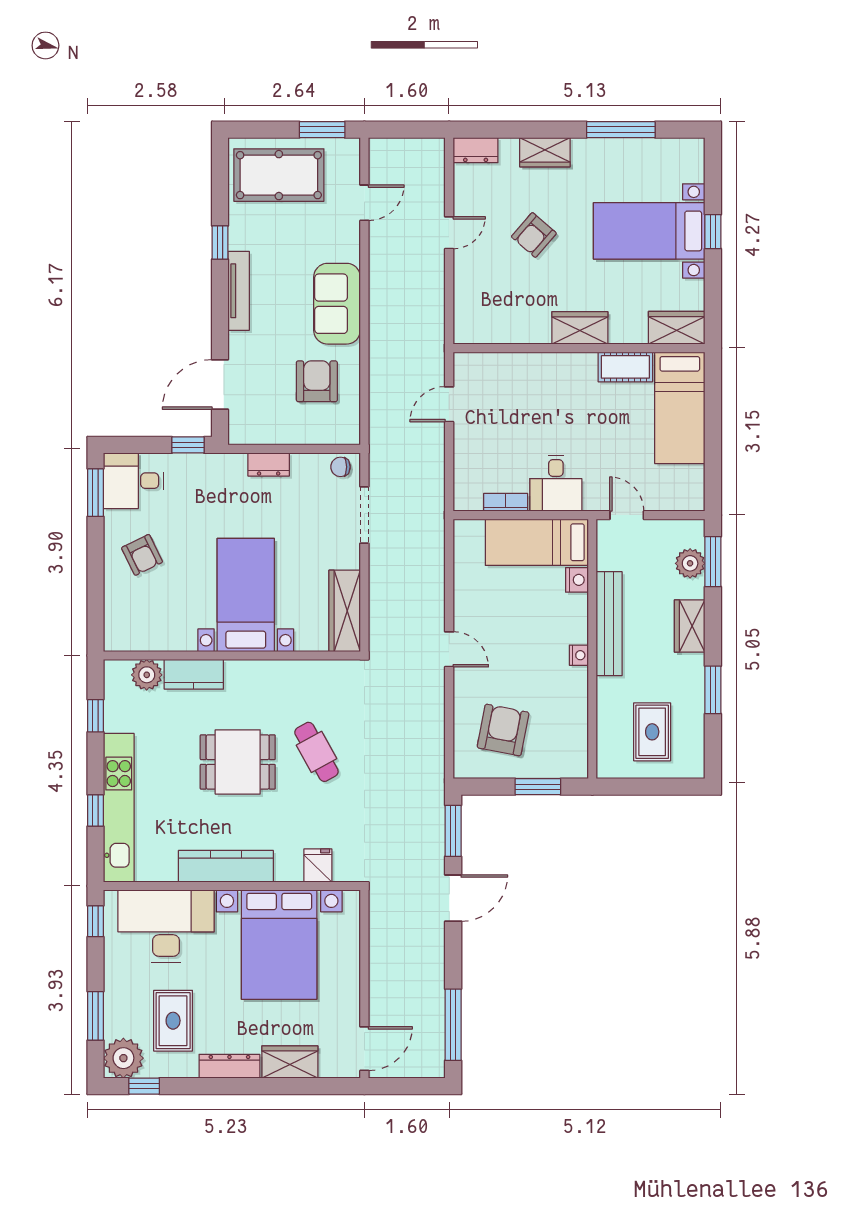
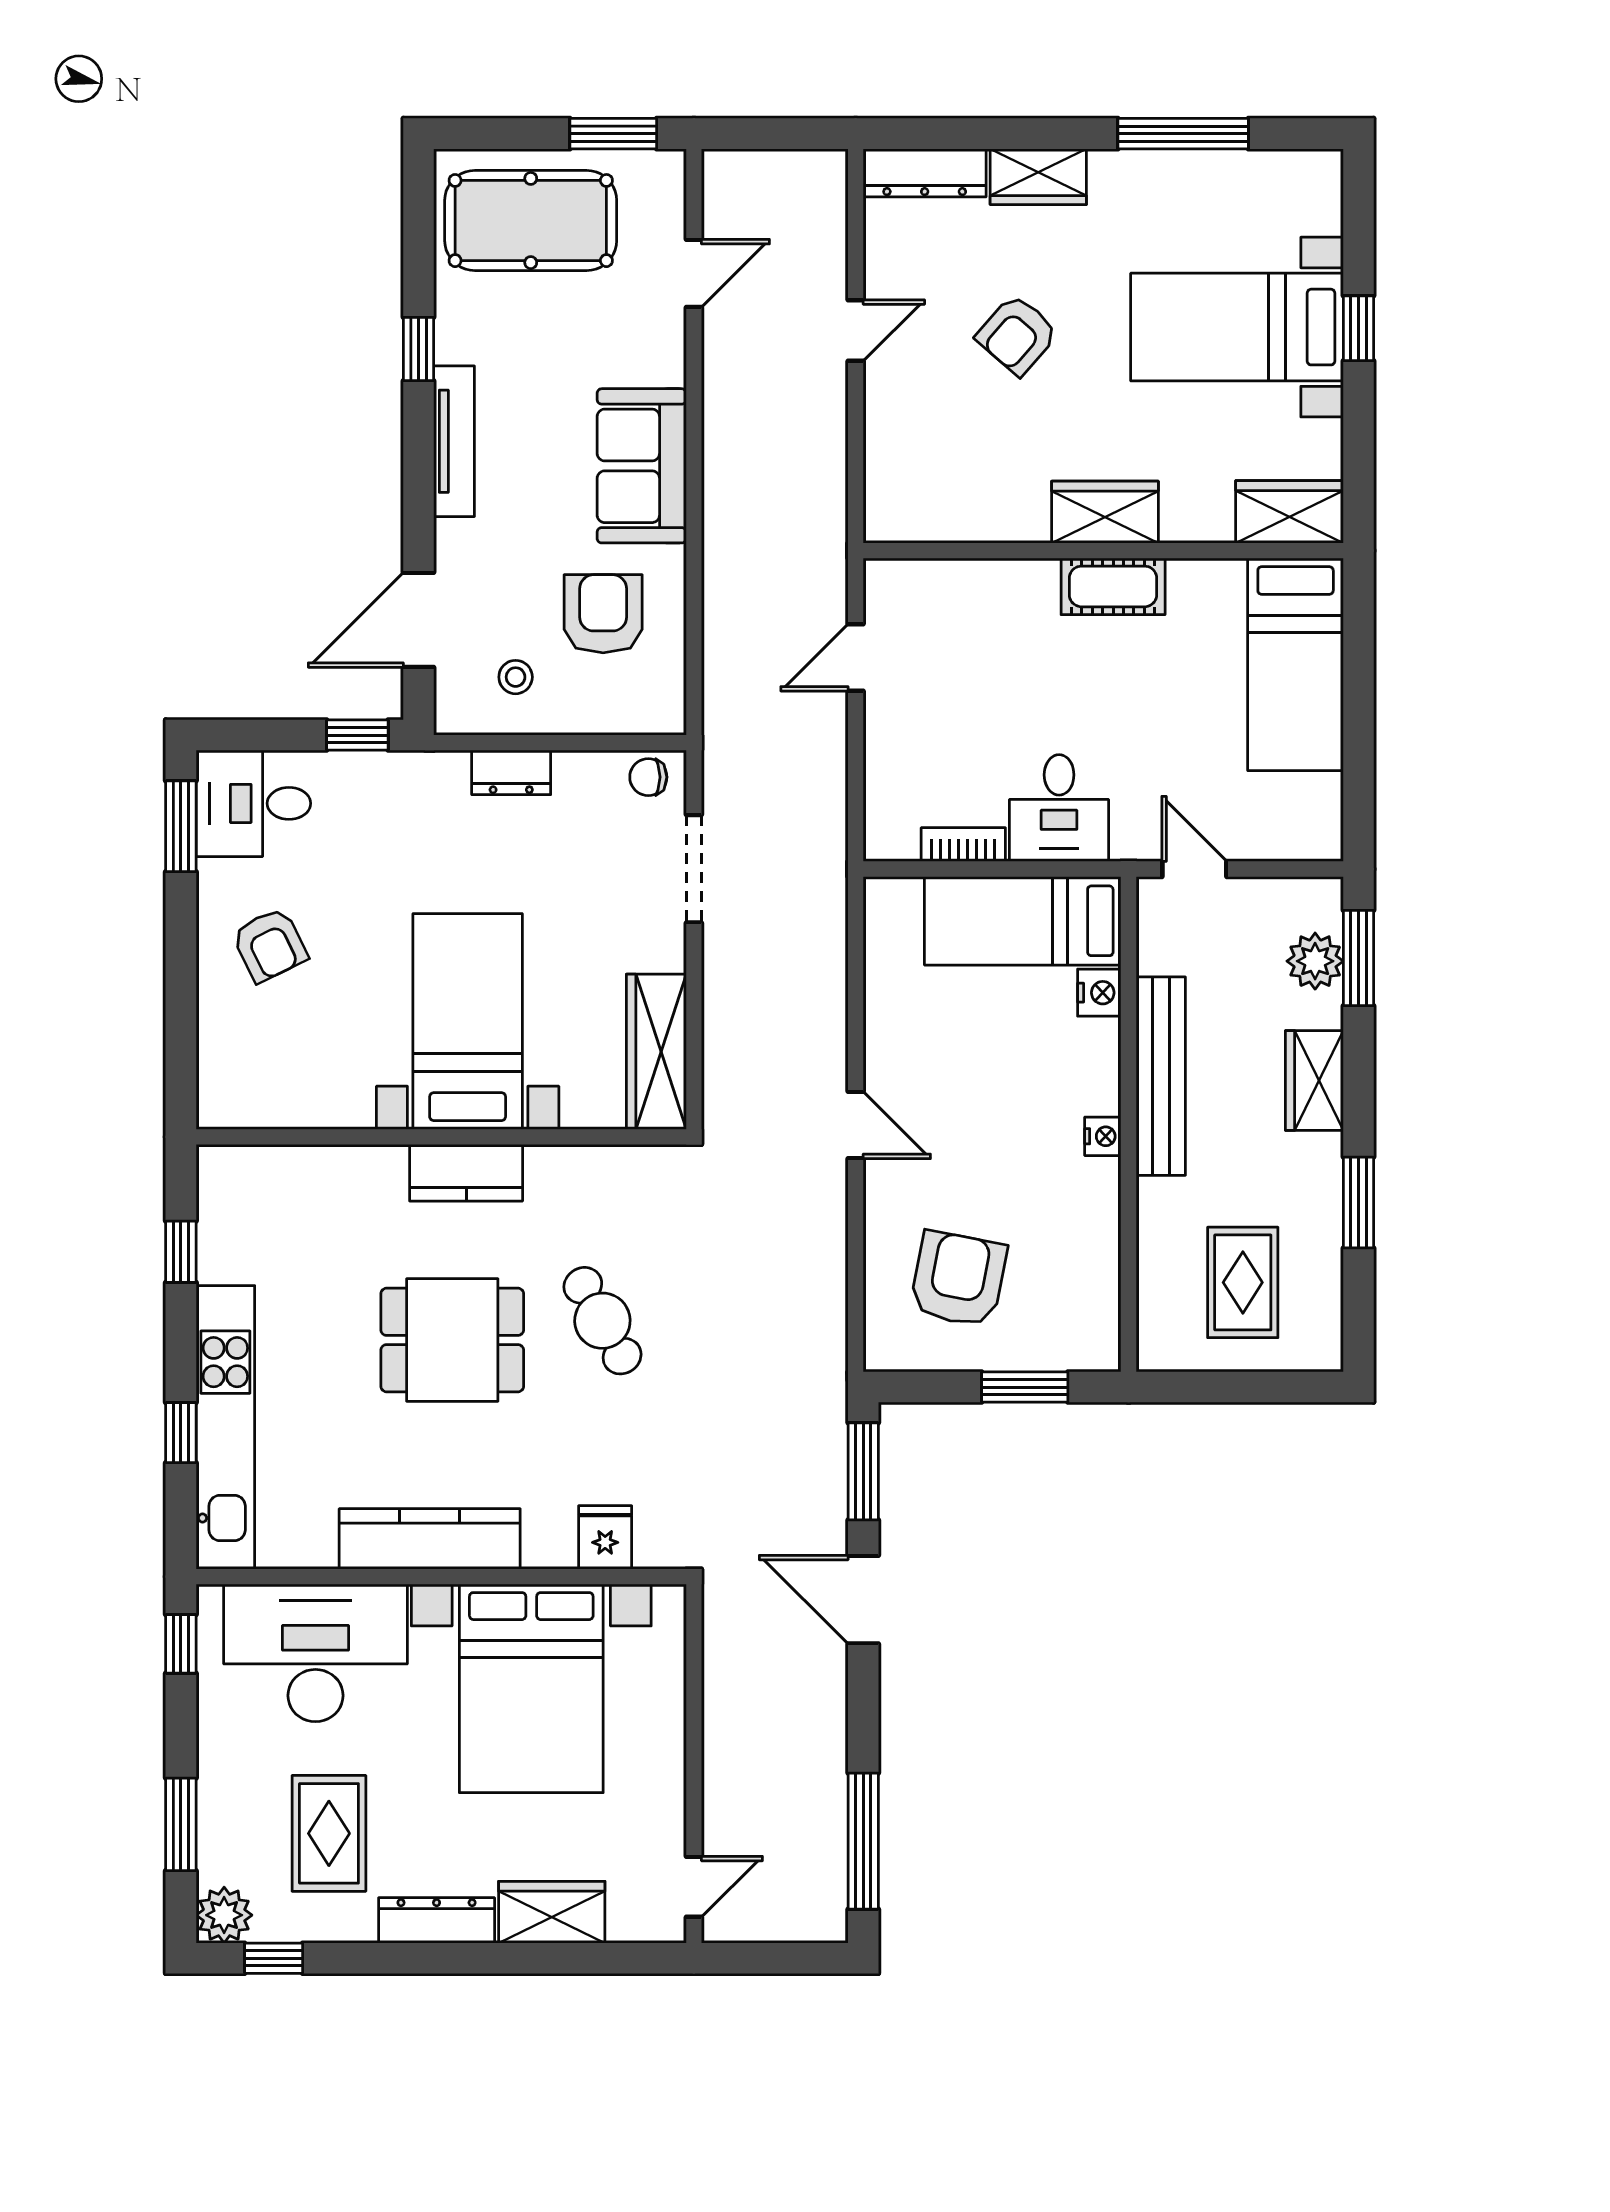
dresser: (476, 150) -> (925, 173), width x1.44
cot: (625, 367) -> (1113, 586), moved
stool: (271, 414) -> (516, 677), added
kitchen counter: (194, 674) -> (466, 1173), moved
plant: (147, 675) -> (279, 1174), removed
door: (453, 898) -> (863, 1600), swing flipped
door: (364, 1049) -> (694, 1887), width x0.73
plant: (123, 1058) -> (224, 1915), width x0.73, depth x0.73

